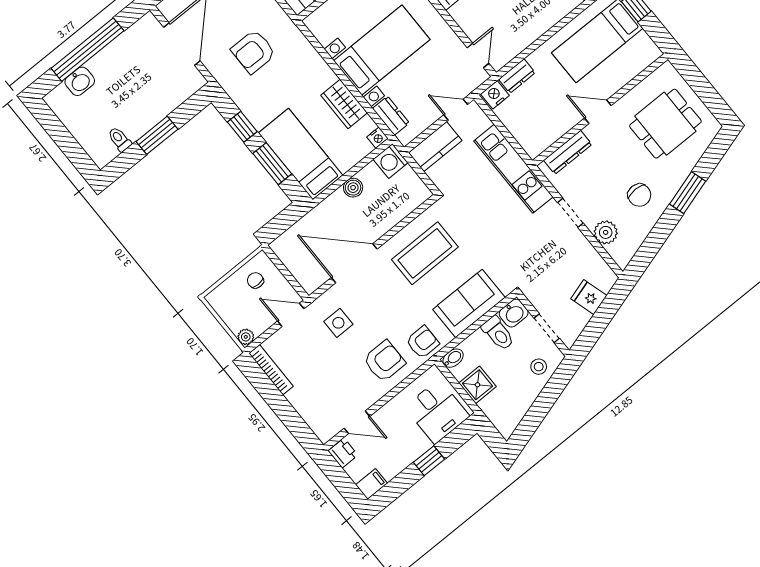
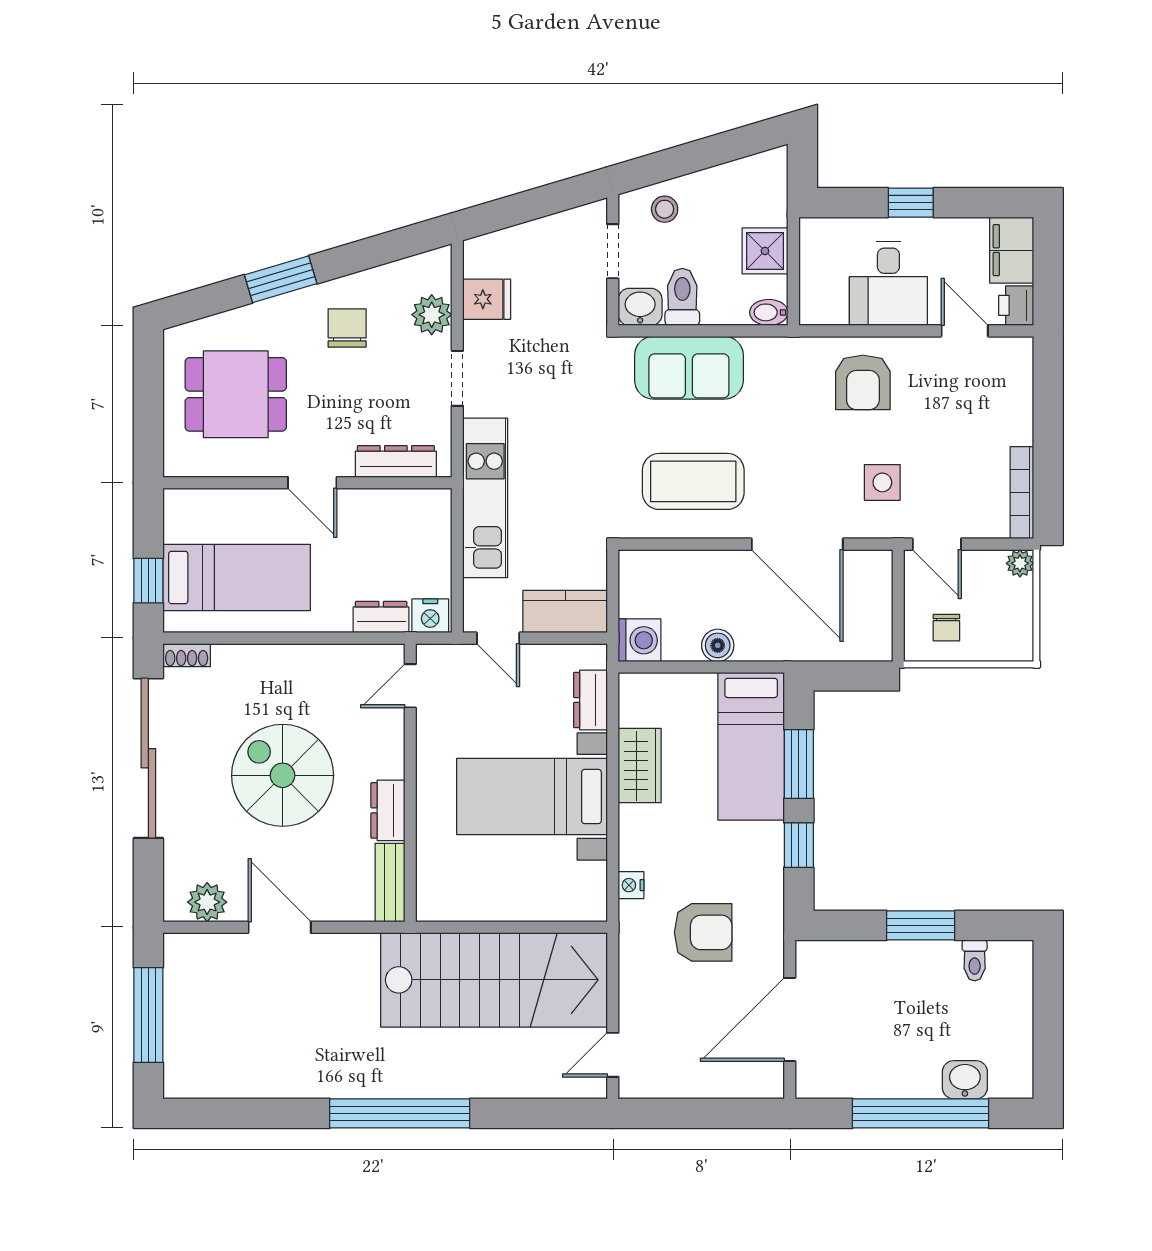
nightstand: (377, 138) -> (631, 885), moved, turned -90
fridge: (589, 297) -> (487, 299), moved, turned -73
armchair: (423, 342) -> (792, 366), removed
armchair: (384, 361) -> (863, 382), turned -90
desk: (437, 412) -> (888, 283), moved, turned 180
filing cabinet: (372, 484) -> (1012, 250), width x2.00

